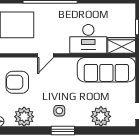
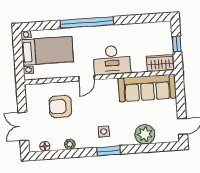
desk: (88, 39) -> (112, 60), moved
plant: (24, 117) -> (70, 144), width x0.53, depth x0.53

